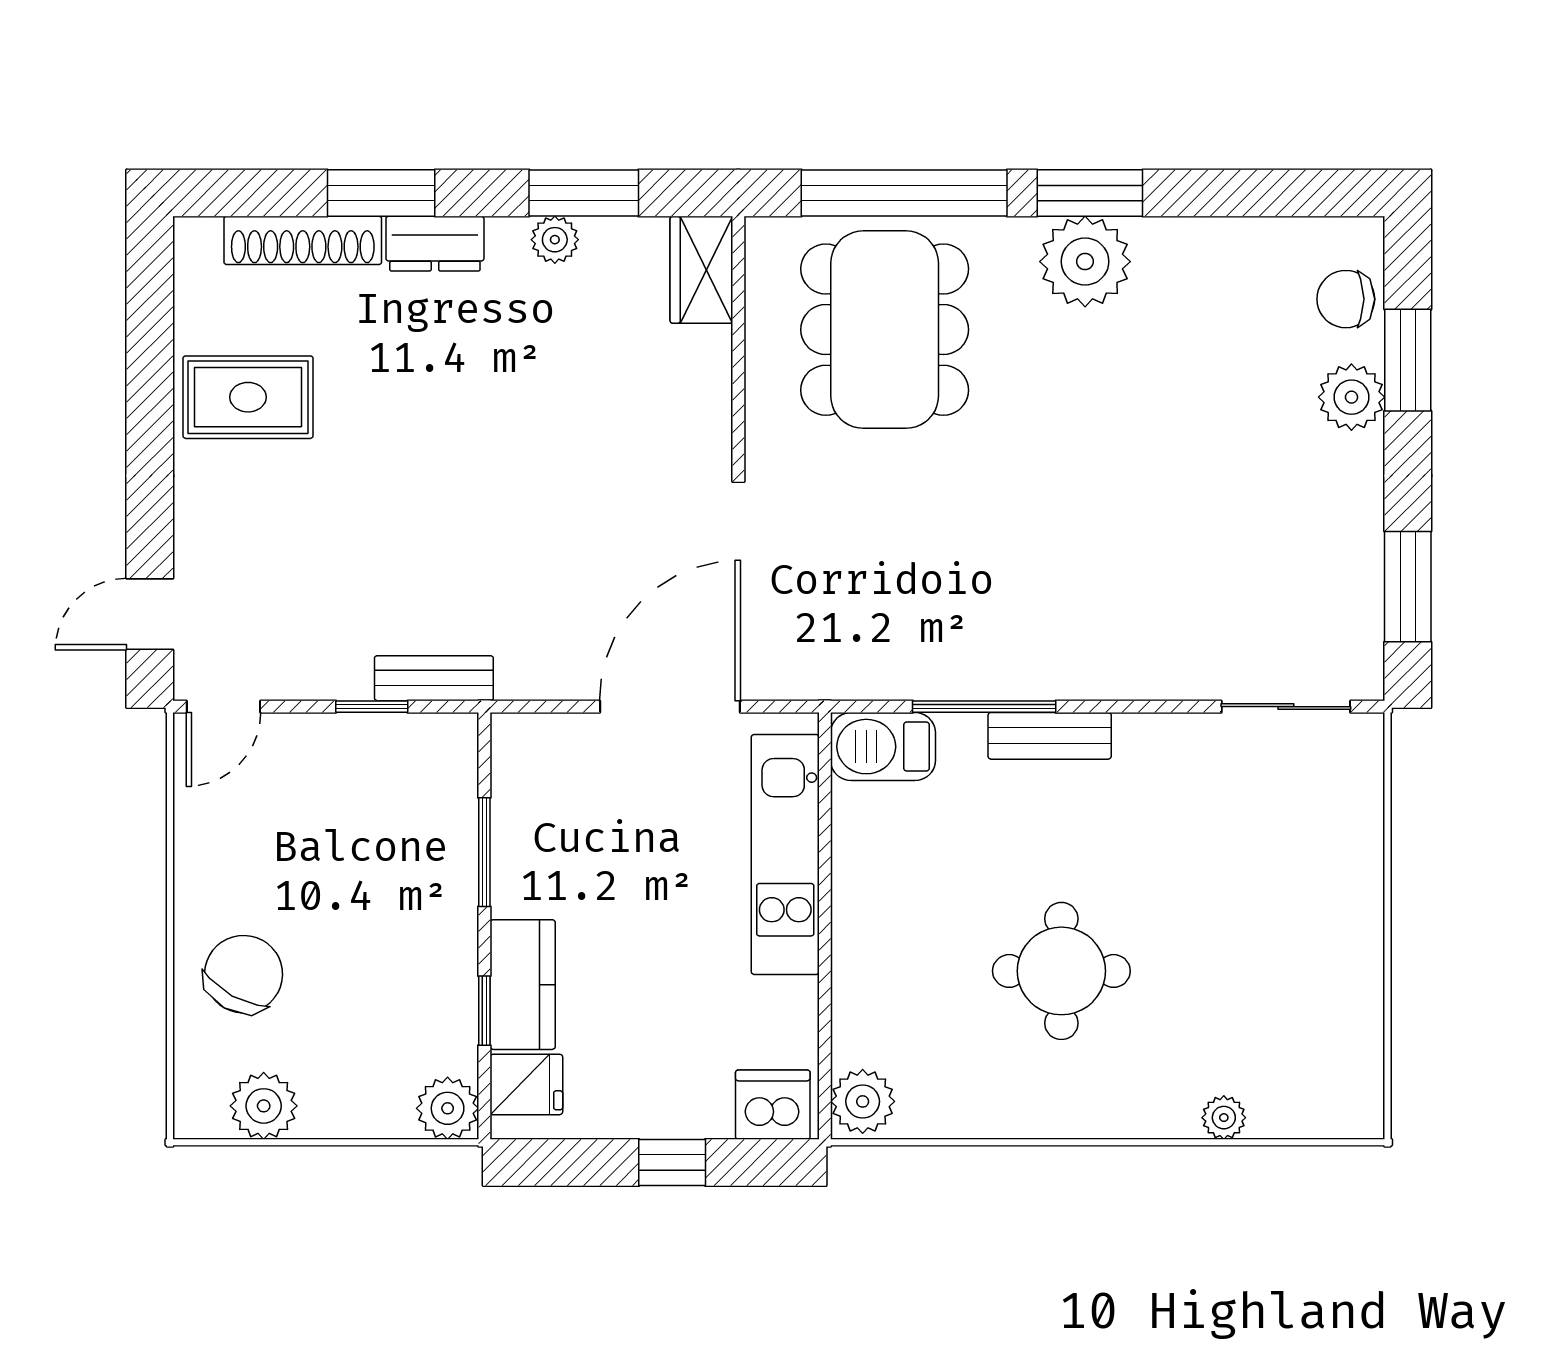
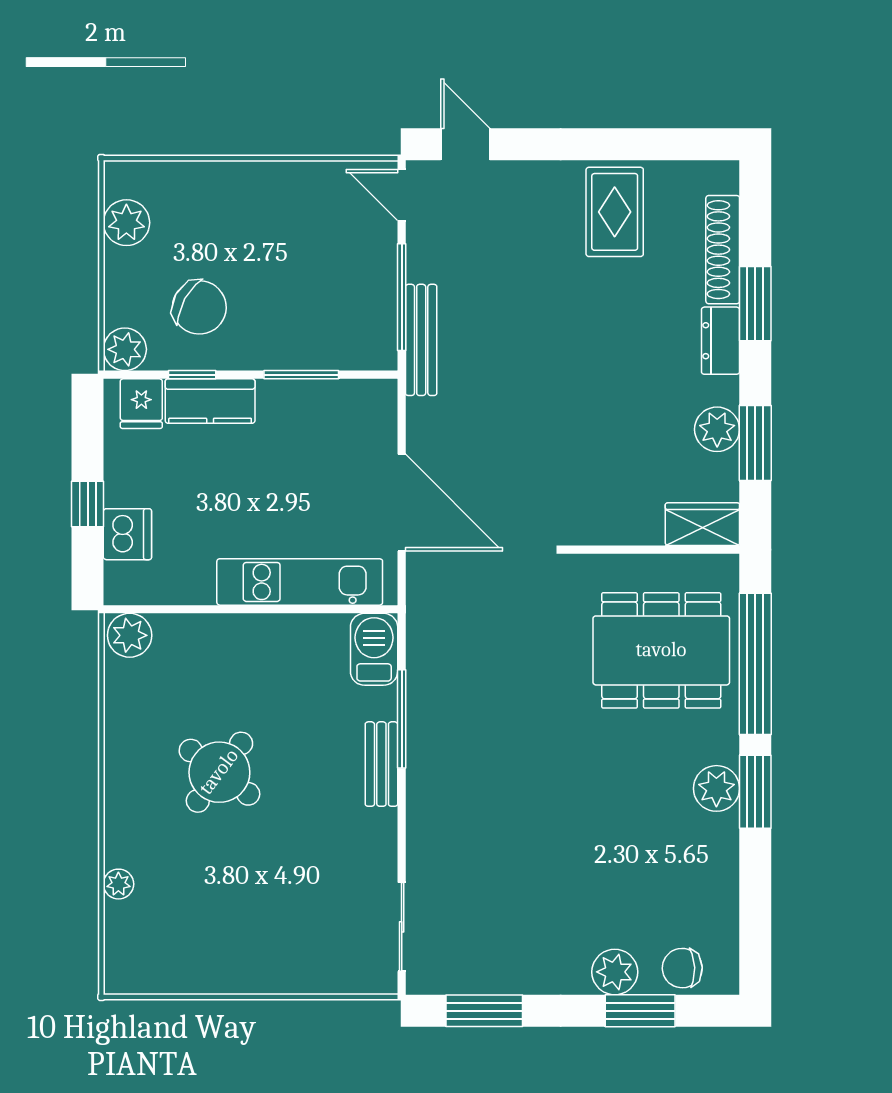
plant: (555, 240) -> (717, 429), width x1.38, depth x1.38
plant: (1085, 262) -> (716, 788), width x0.73, depth x0.73
chair: (1346, 299) -> (682, 968), turned -92
bench: (434, 678) -> (421, 340), width x1.36
window: (372, 707) -> (402, 297), width x2.17
round table: (1061, 971) -> (219, 772), turned 37
chair: (244, 974) -> (199, 307), moved
dishwasher: (773, 1105) -> (127, 534), moved

